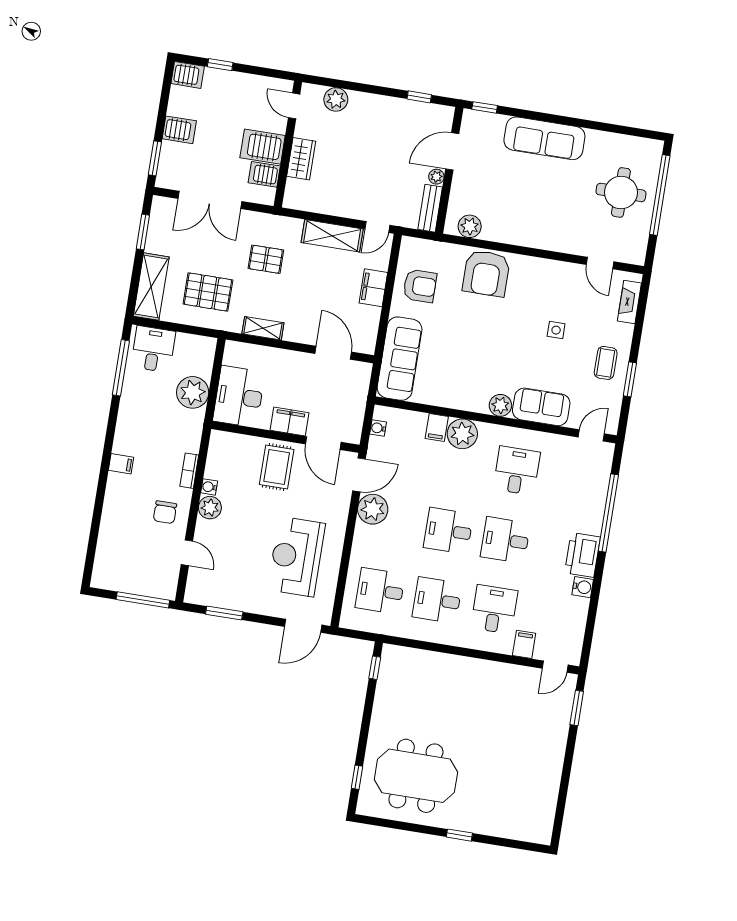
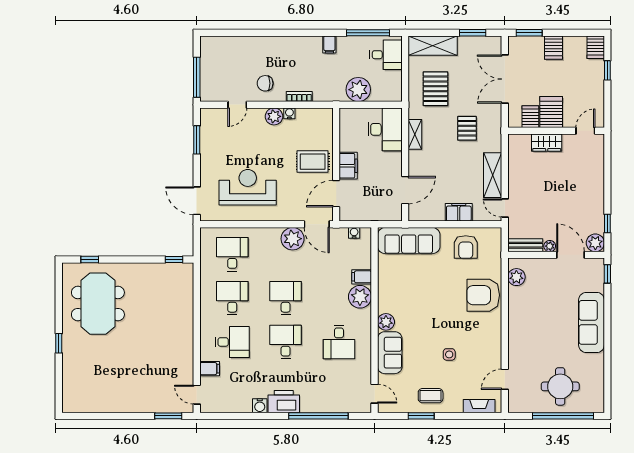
plant: (336, 99) -> (595, 243), moved
desk: (239, 397) -> (385, 129), moved, turned 90
filing cabinet: (121, 464) -> (329, 44), moved
desk: (517, 471) -> (339, 342), turned 90

